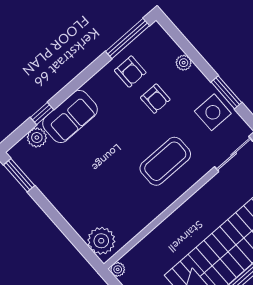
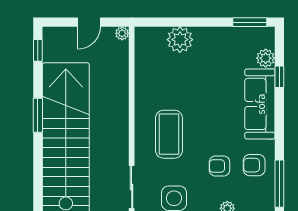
sofa: (70, 116) -> (260, 104), width x1.36
plant: (101, 241) -> (180, 40), moved

